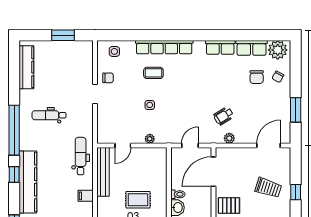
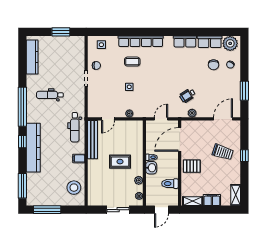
dental chair: (81, 156) -> (75, 127), turned 180

